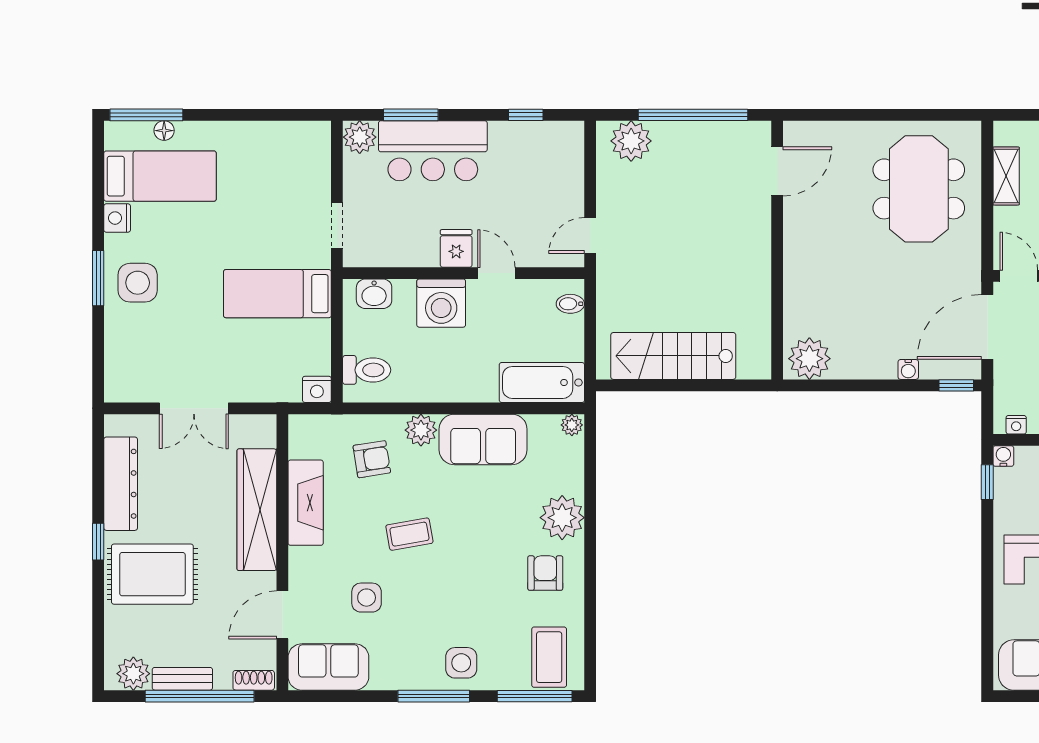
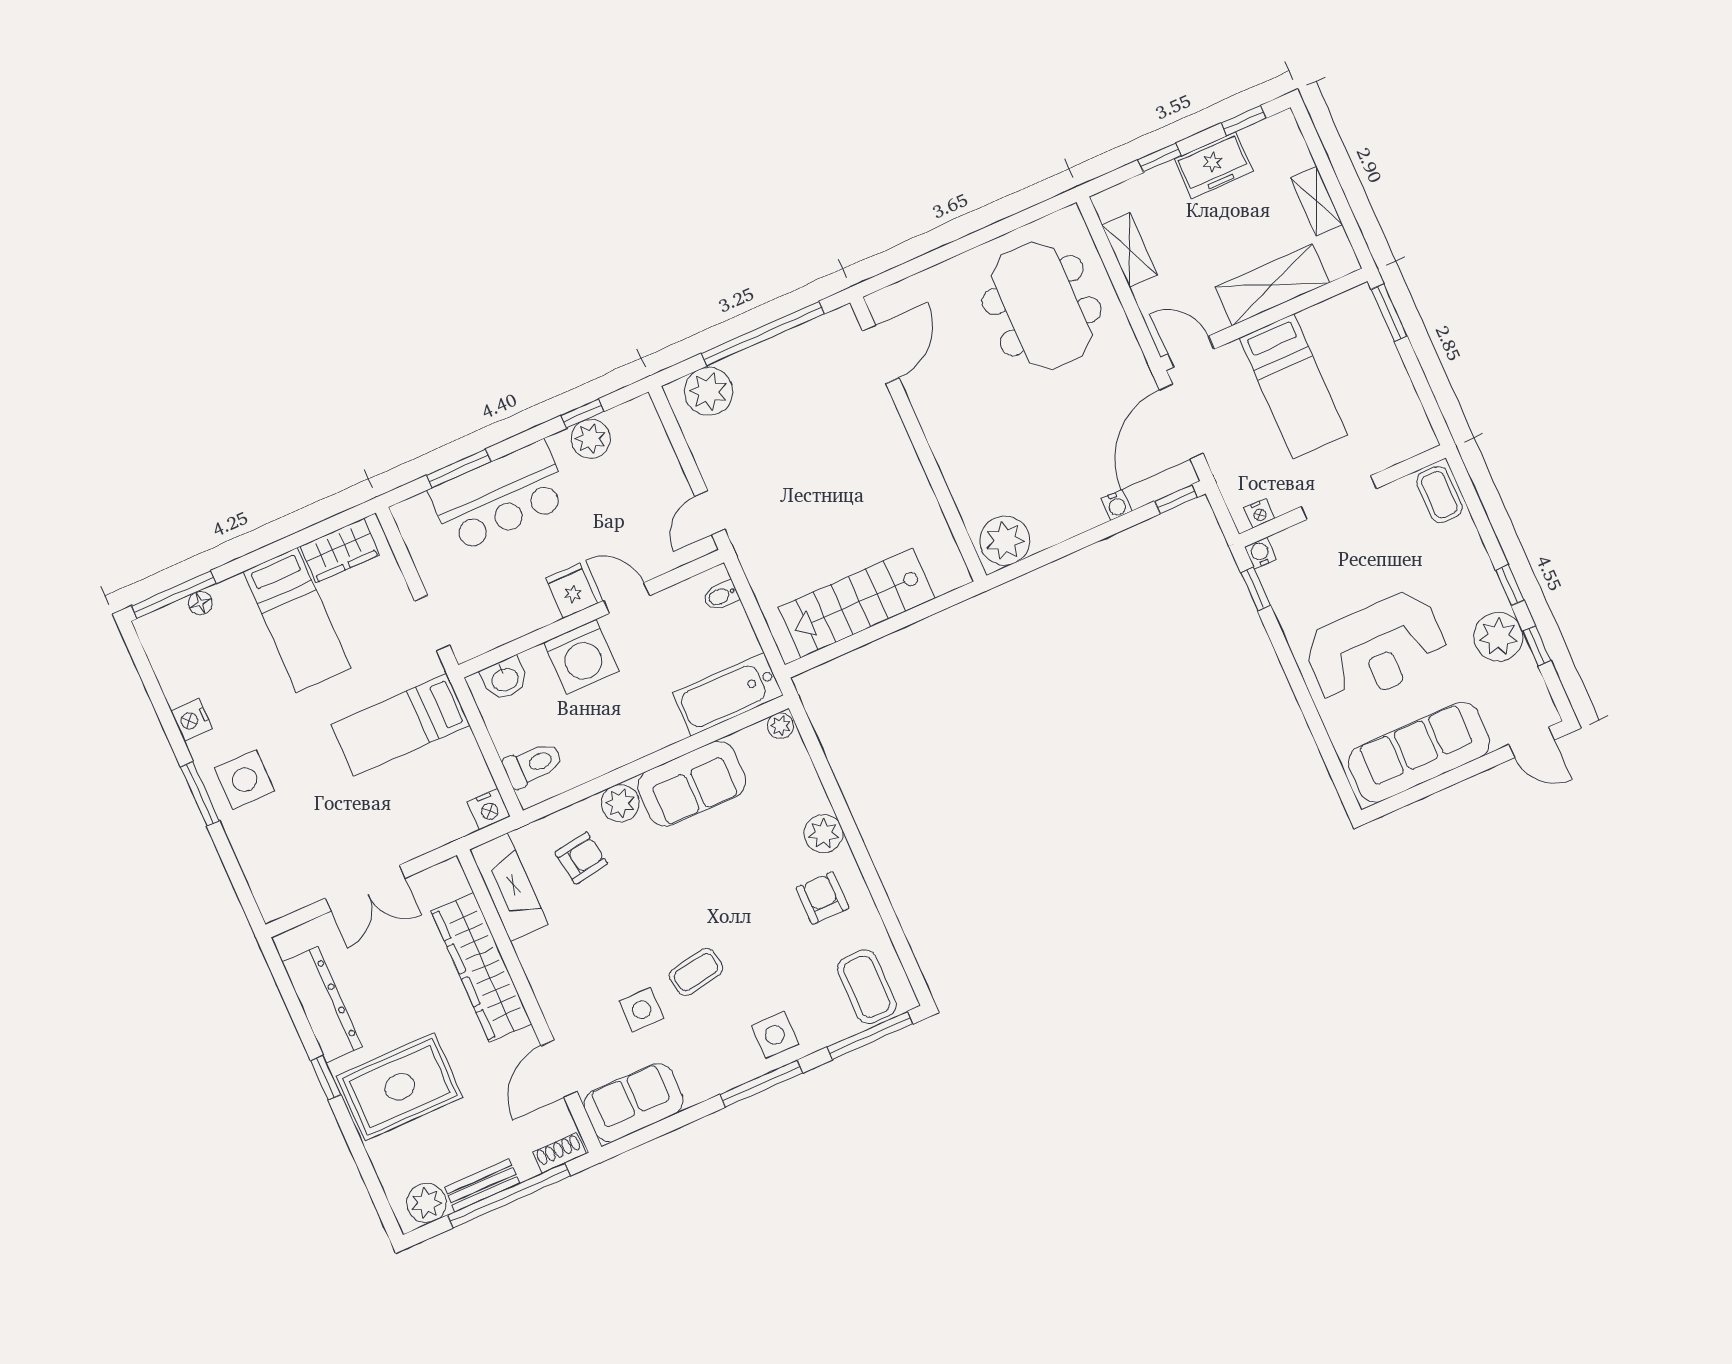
plant: (360, 137) -> (591, 439), moved
wardrobe: (290, 138) -> (340, 551), added
bed: (160, 176) -> (297, 620), moved, turned 90
fireplace: (306, 503) -> (509, 887), moved
plant: (562, 518) -> (823, 834), width x0.73, depth x0.73
coffee table: (409, 534) -> (696, 972), moved

